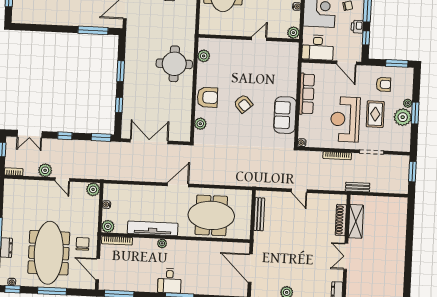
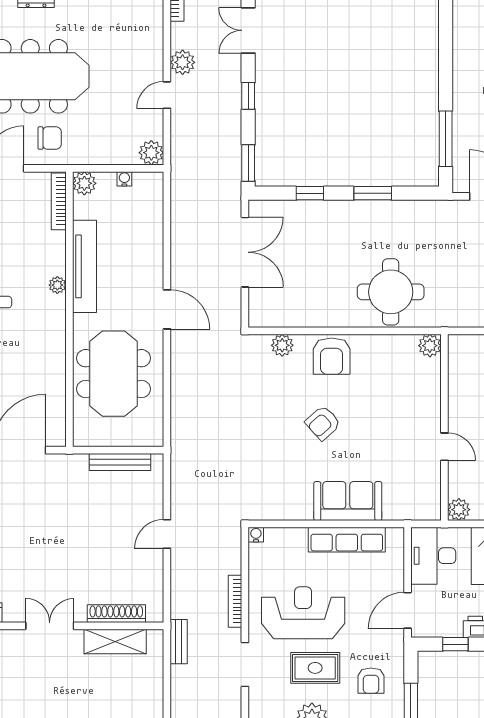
plant: (204, 56) -> (430, 346), moved
sofa: (285, 115) -> (348, 501), moved

